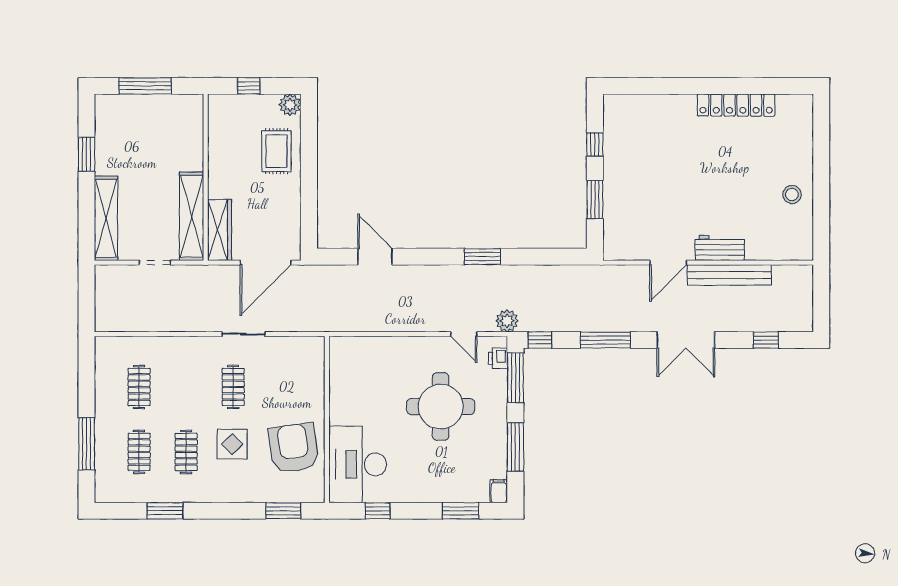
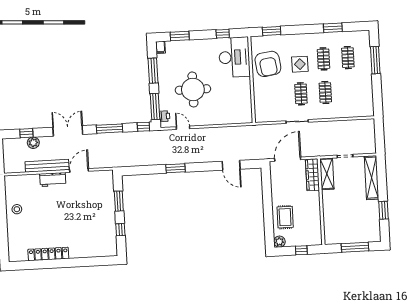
shelving: (192, 216) -> (327, 174), width x0.68
plant: (507, 321) -> (33, 143), moved
clothes rail: (139, 387) -> (325, 92), moved

